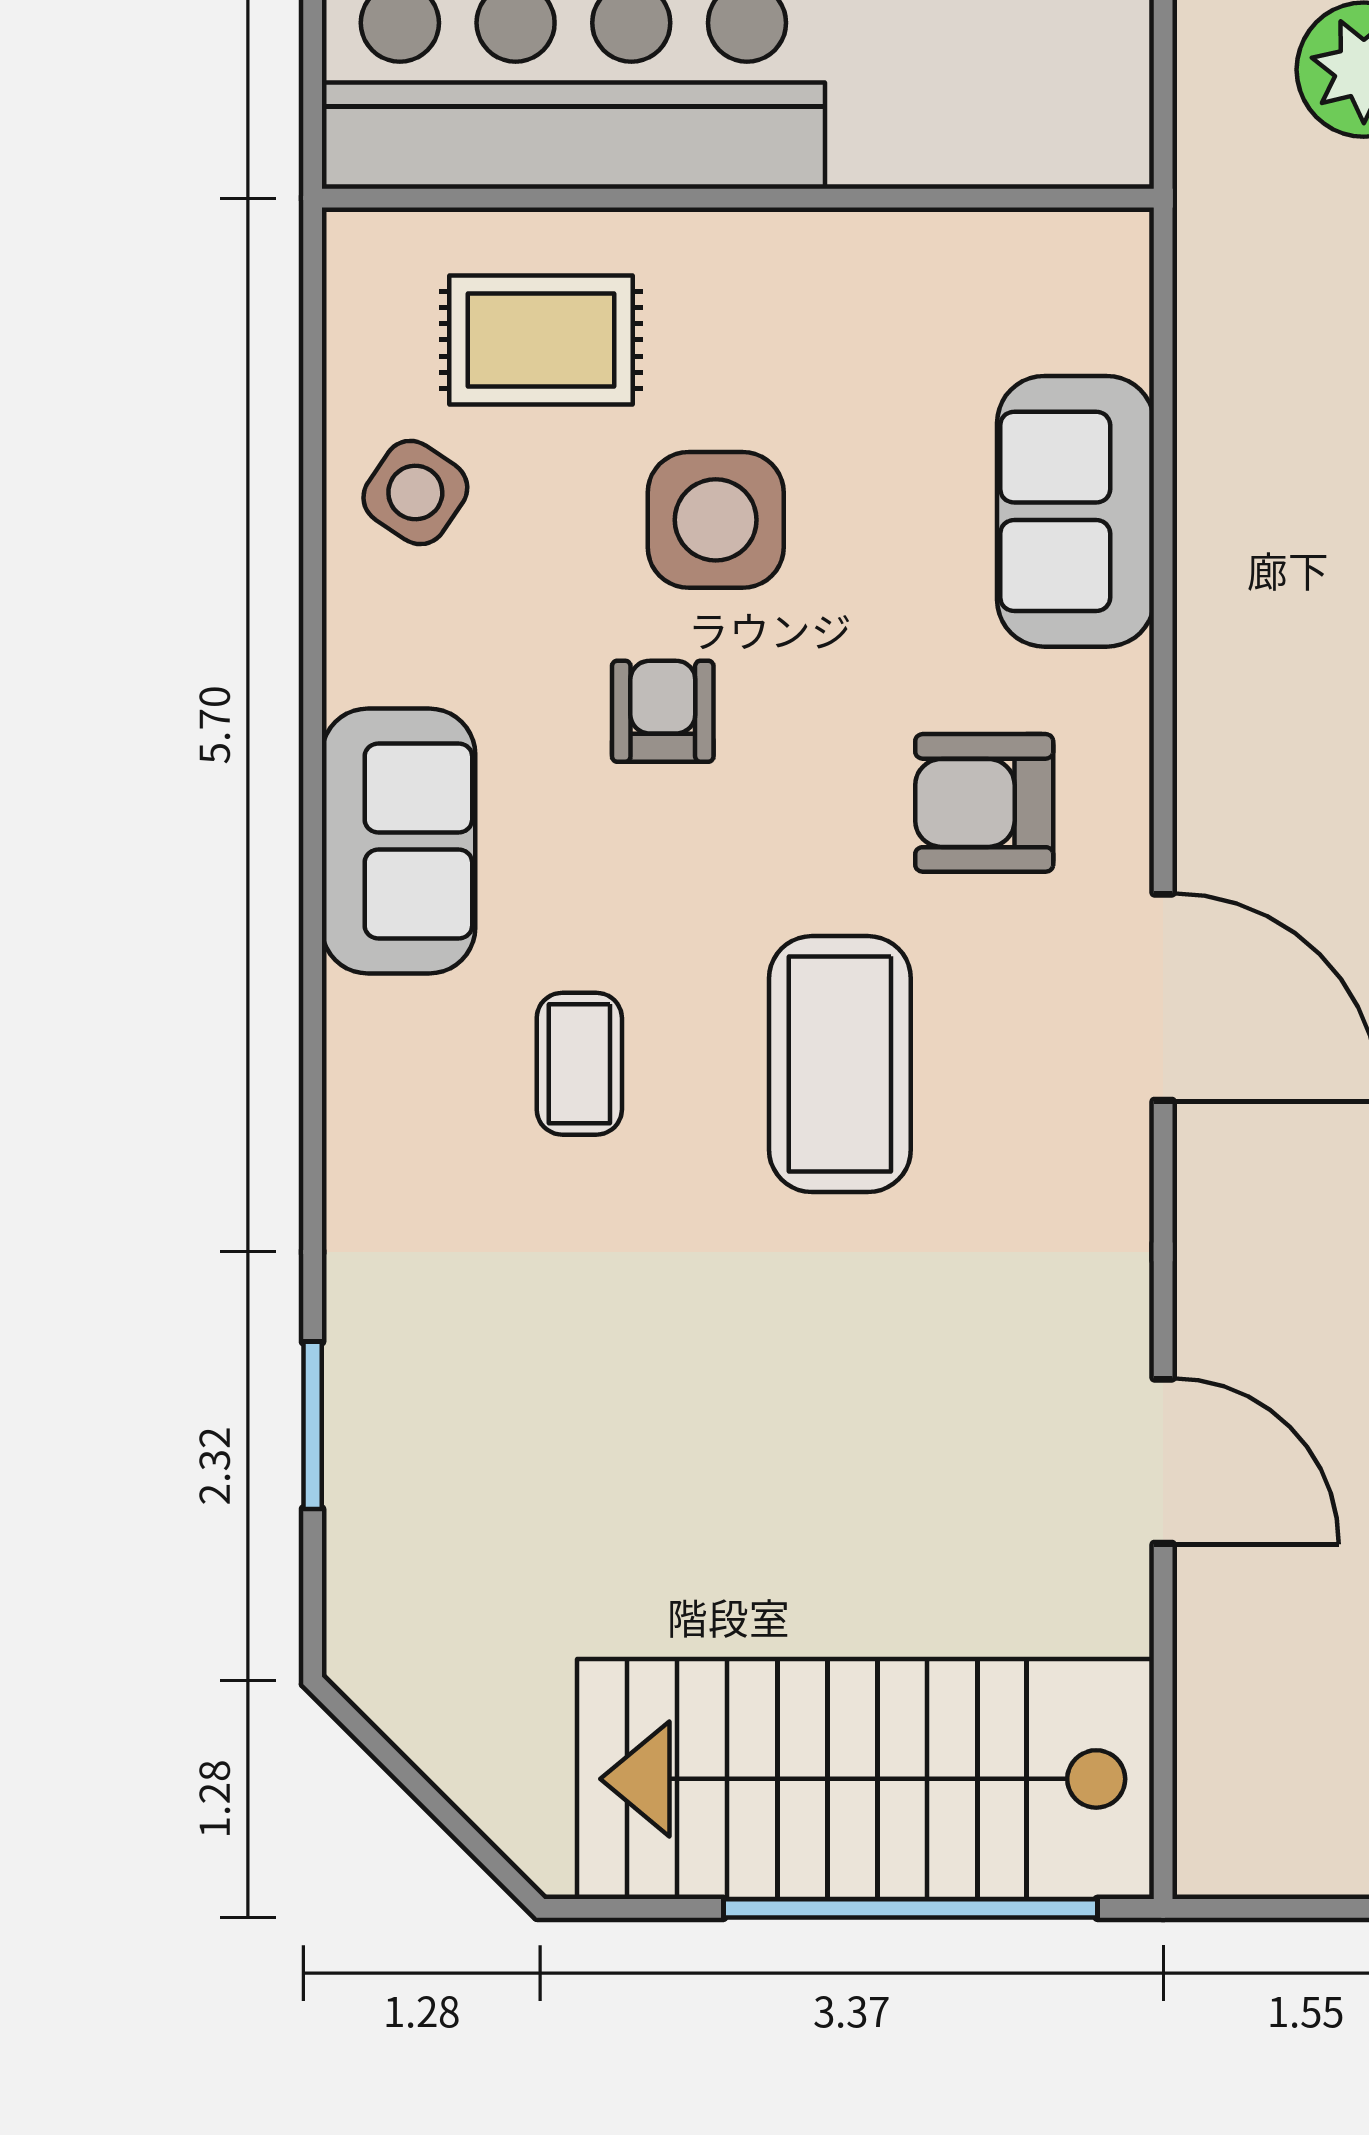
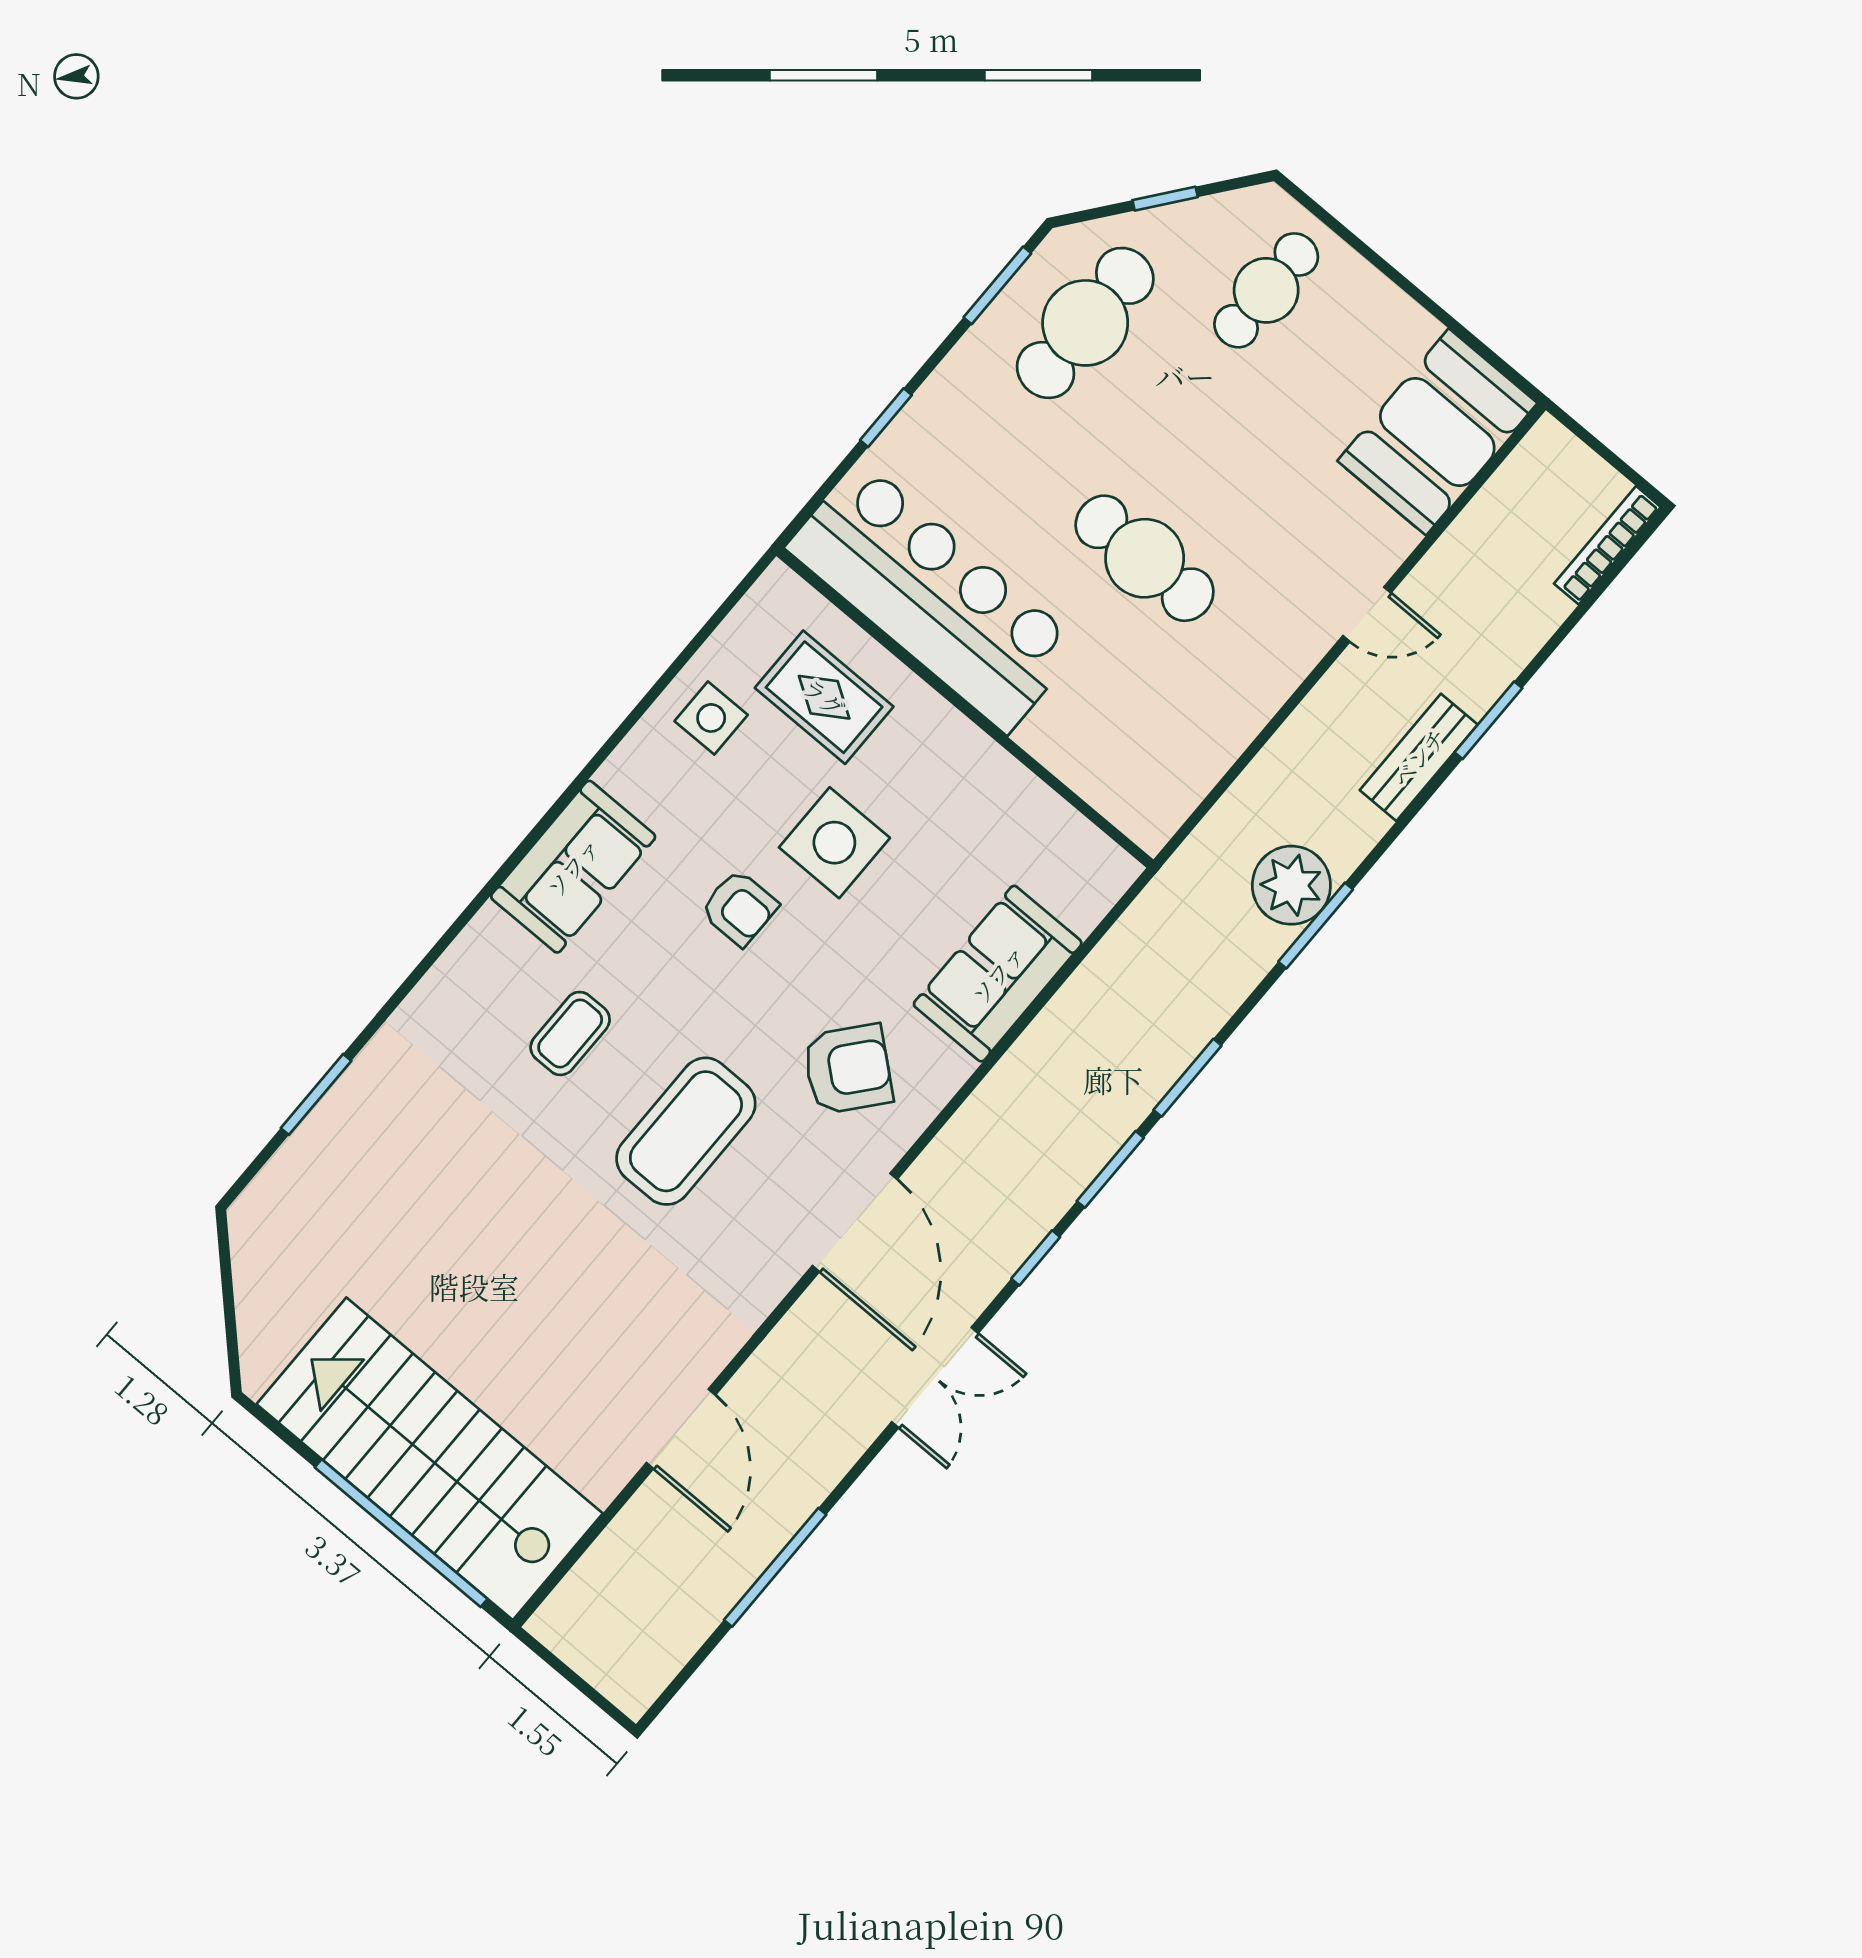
side table: (415, 492) -> (711, 718), turned -34
armchair: (663, 711) -> (739, 908), turned 90
armchair: (984, 803) -> (848, 1069), turned 130

